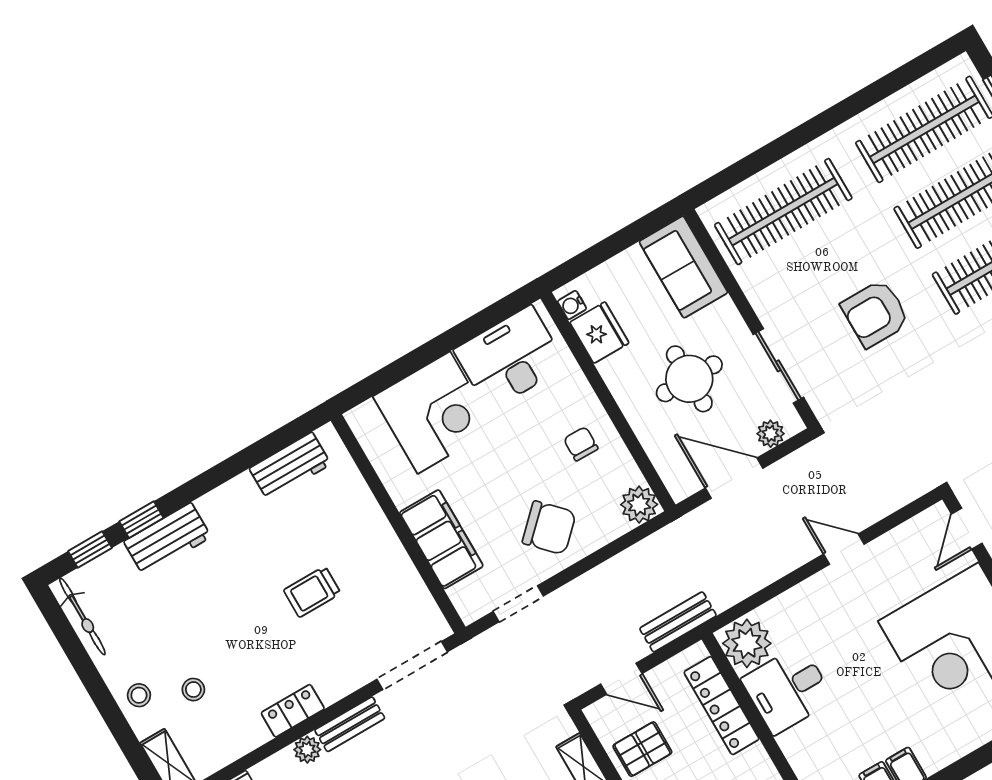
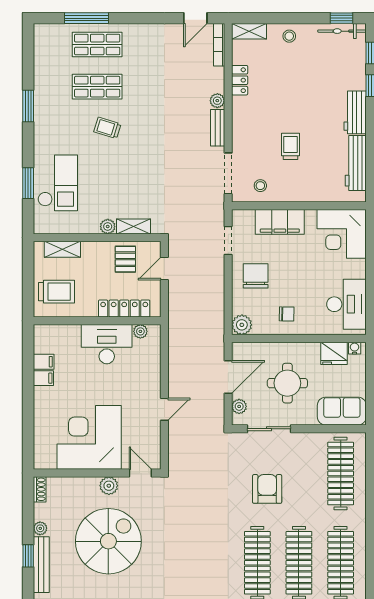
corner desk: (434, 413) -> (342, 234), moved
workbench: (290, 466) -> (356, 163), width x1.38
chair: (549, 528) -> (256, 276), turned 134
workbench: (167, 539) -> (355, 112), moved
bench: (678, 622) -> (176, 311), removed
window: (62, 629) -> (342, 18), added
plant: (747, 643) -> (140, 331), width x0.53, depth x0.53
stool: (193, 690) -> (260, 186), moved
desk: (788, 690) -> (107, 344), width x1.37
locker: (293, 711) -> (240, 80), moved

